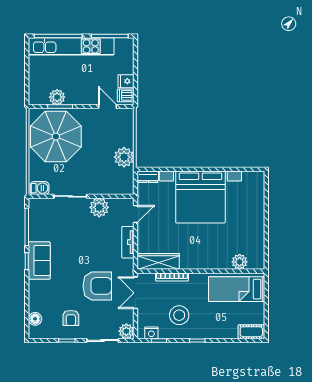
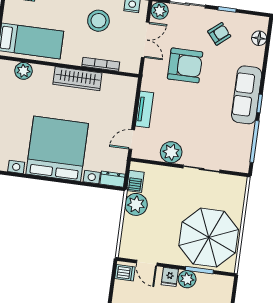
fridge: (126, 81) -> (170, 277), moved, turned 90
plant: (57, 97) -> (187, 279), moved
barbecue: (40, 188) -> (135, 181), moved, turned -90
sofa: (39, 261) -> (247, 95), width x1.36
wardrobe: (158, 261) -> (77, 79), moved
armchair: (97, 286) -> (185, 65), turned 180
double door: (136, 293) -> (145, 40), moved
armchair: (71, 318) -> (219, 34), turned 50

